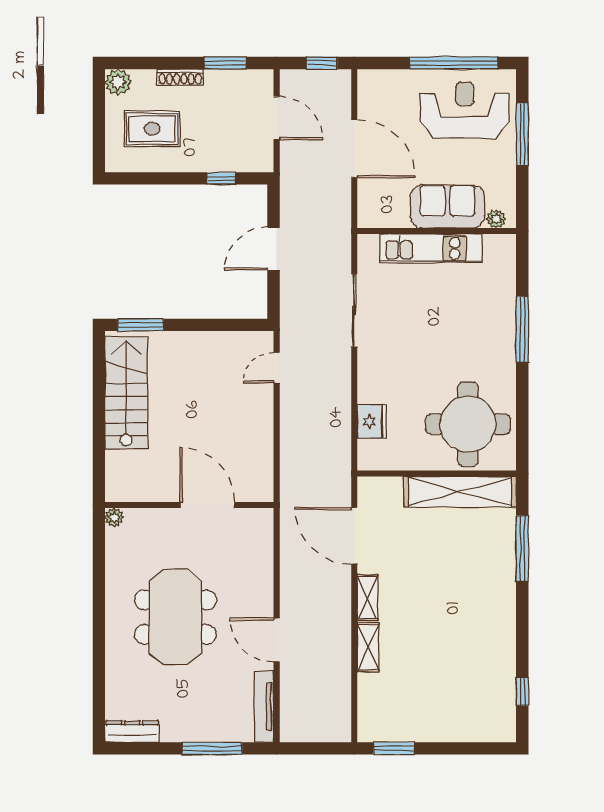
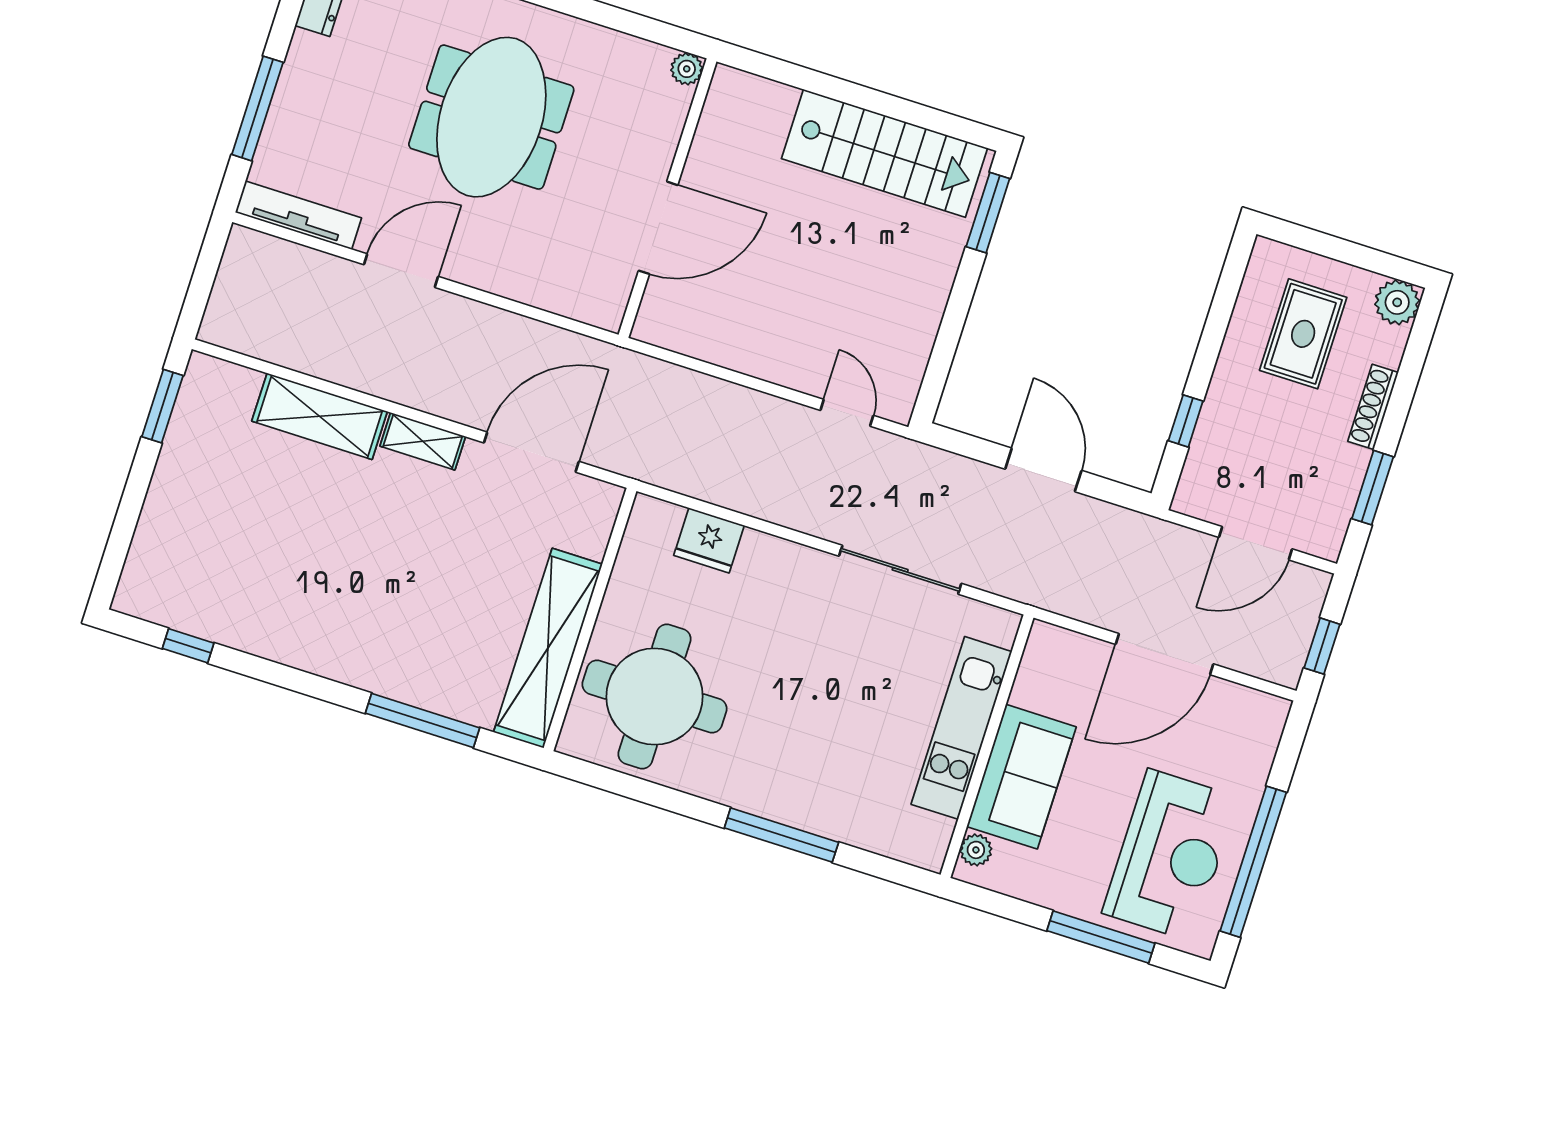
meeting table: (176, 617) -> (491, 117), turned 90
shelving: (368, 647) -> (320, 416), width x1.50, depth x1.33

